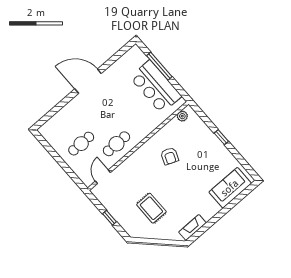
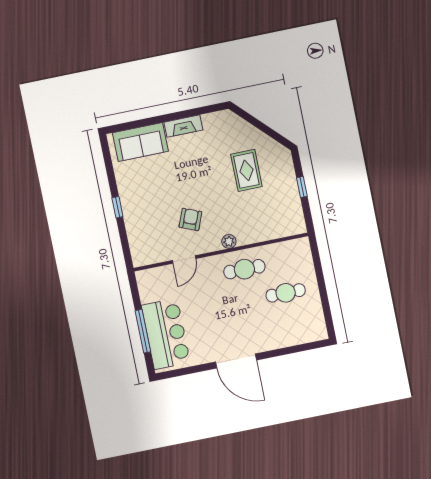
bar counter: (156, 87) -> (166, 334), moved
plant: (182, 116) -> (229, 241), moved
door: (103, 177) -> (184, 260), moved
fireplace: (192, 227) -> (183, 126), moved

